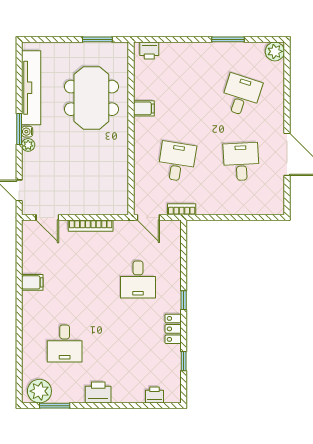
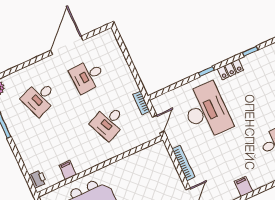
desk: (241, 95) -> (40, 98), turned -39
filing cabinet: (144, 108) -> (68, 170), moved
desk: (177, 162) -> (109, 122), turned -33
desk: (138, 279) -> (206, 111), width x1.87, depth x1.30

